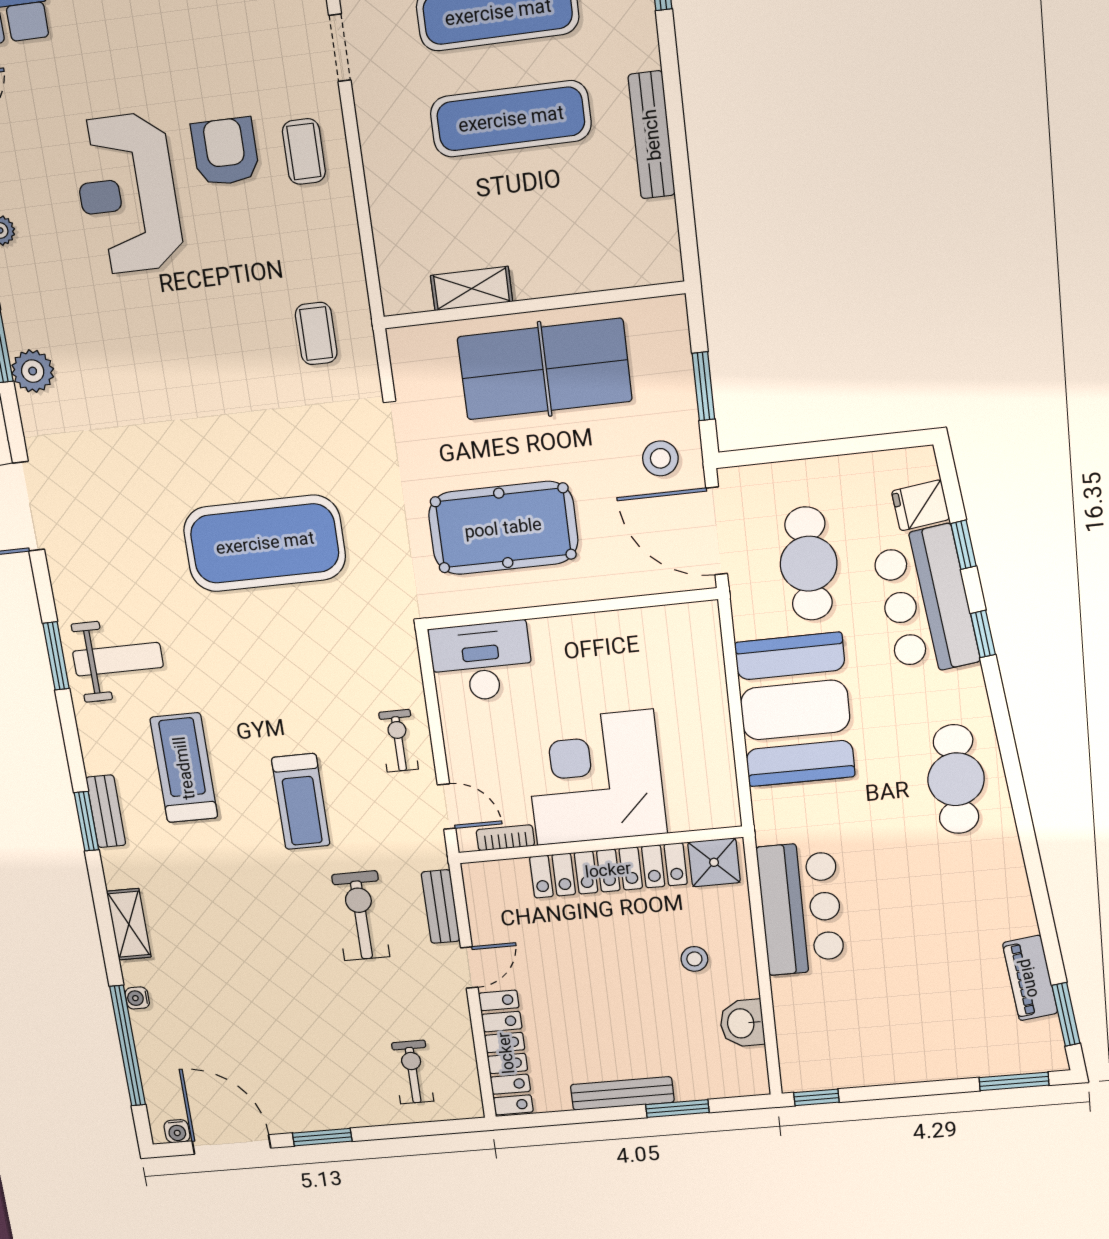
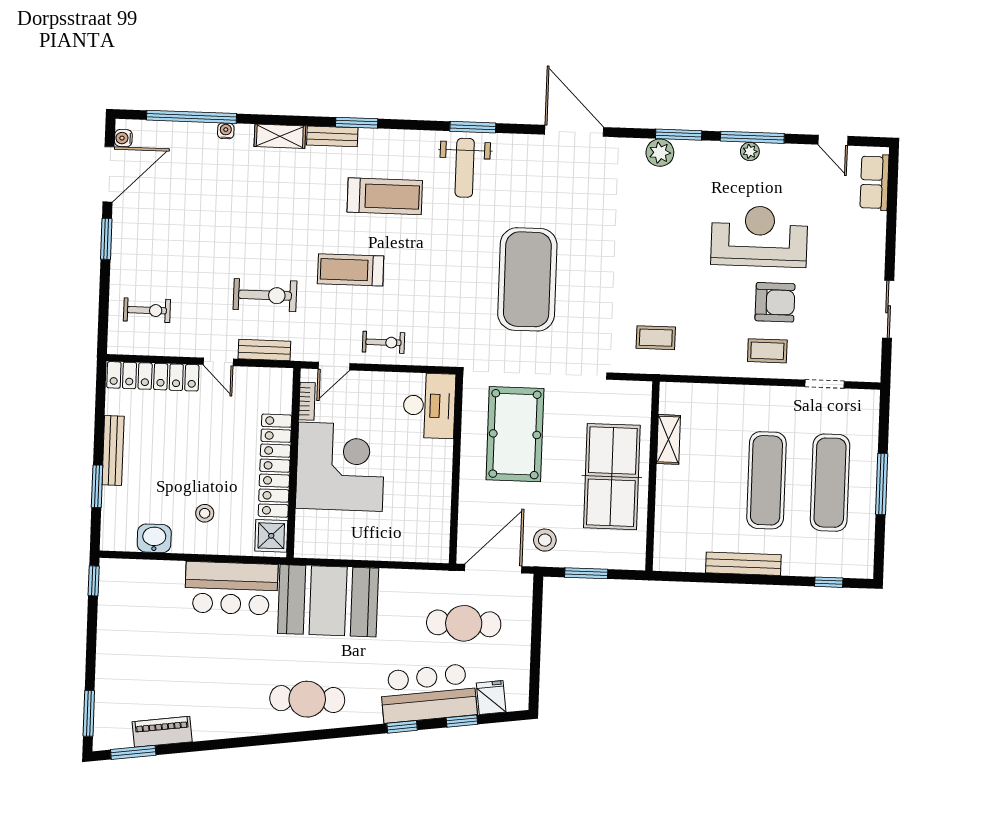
booth: (795, 710) -> (328, 601), moved
bench: (106, 811) -> (332, 136), moved

